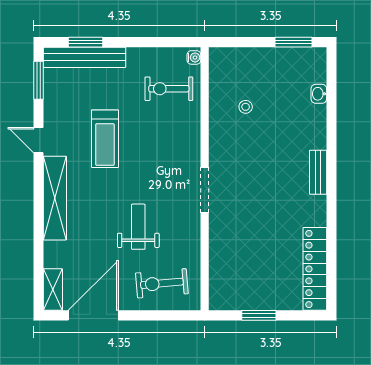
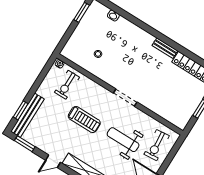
treadmill: (105, 139) -> (84, 120), moved
bench: (318, 172) -> (165, 48), moved
weight bench: (138, 227) -> (123, 140), width x1.36, depth x1.33

